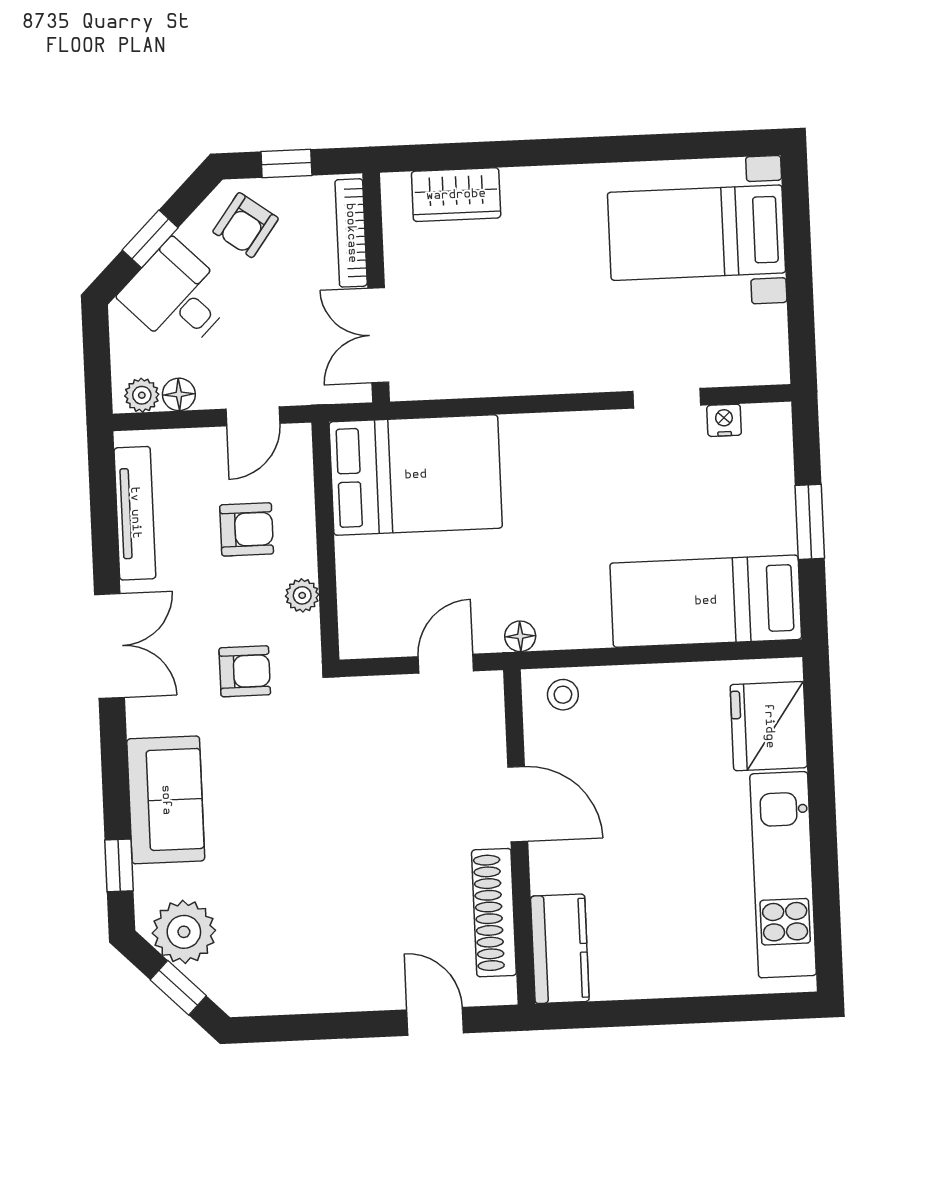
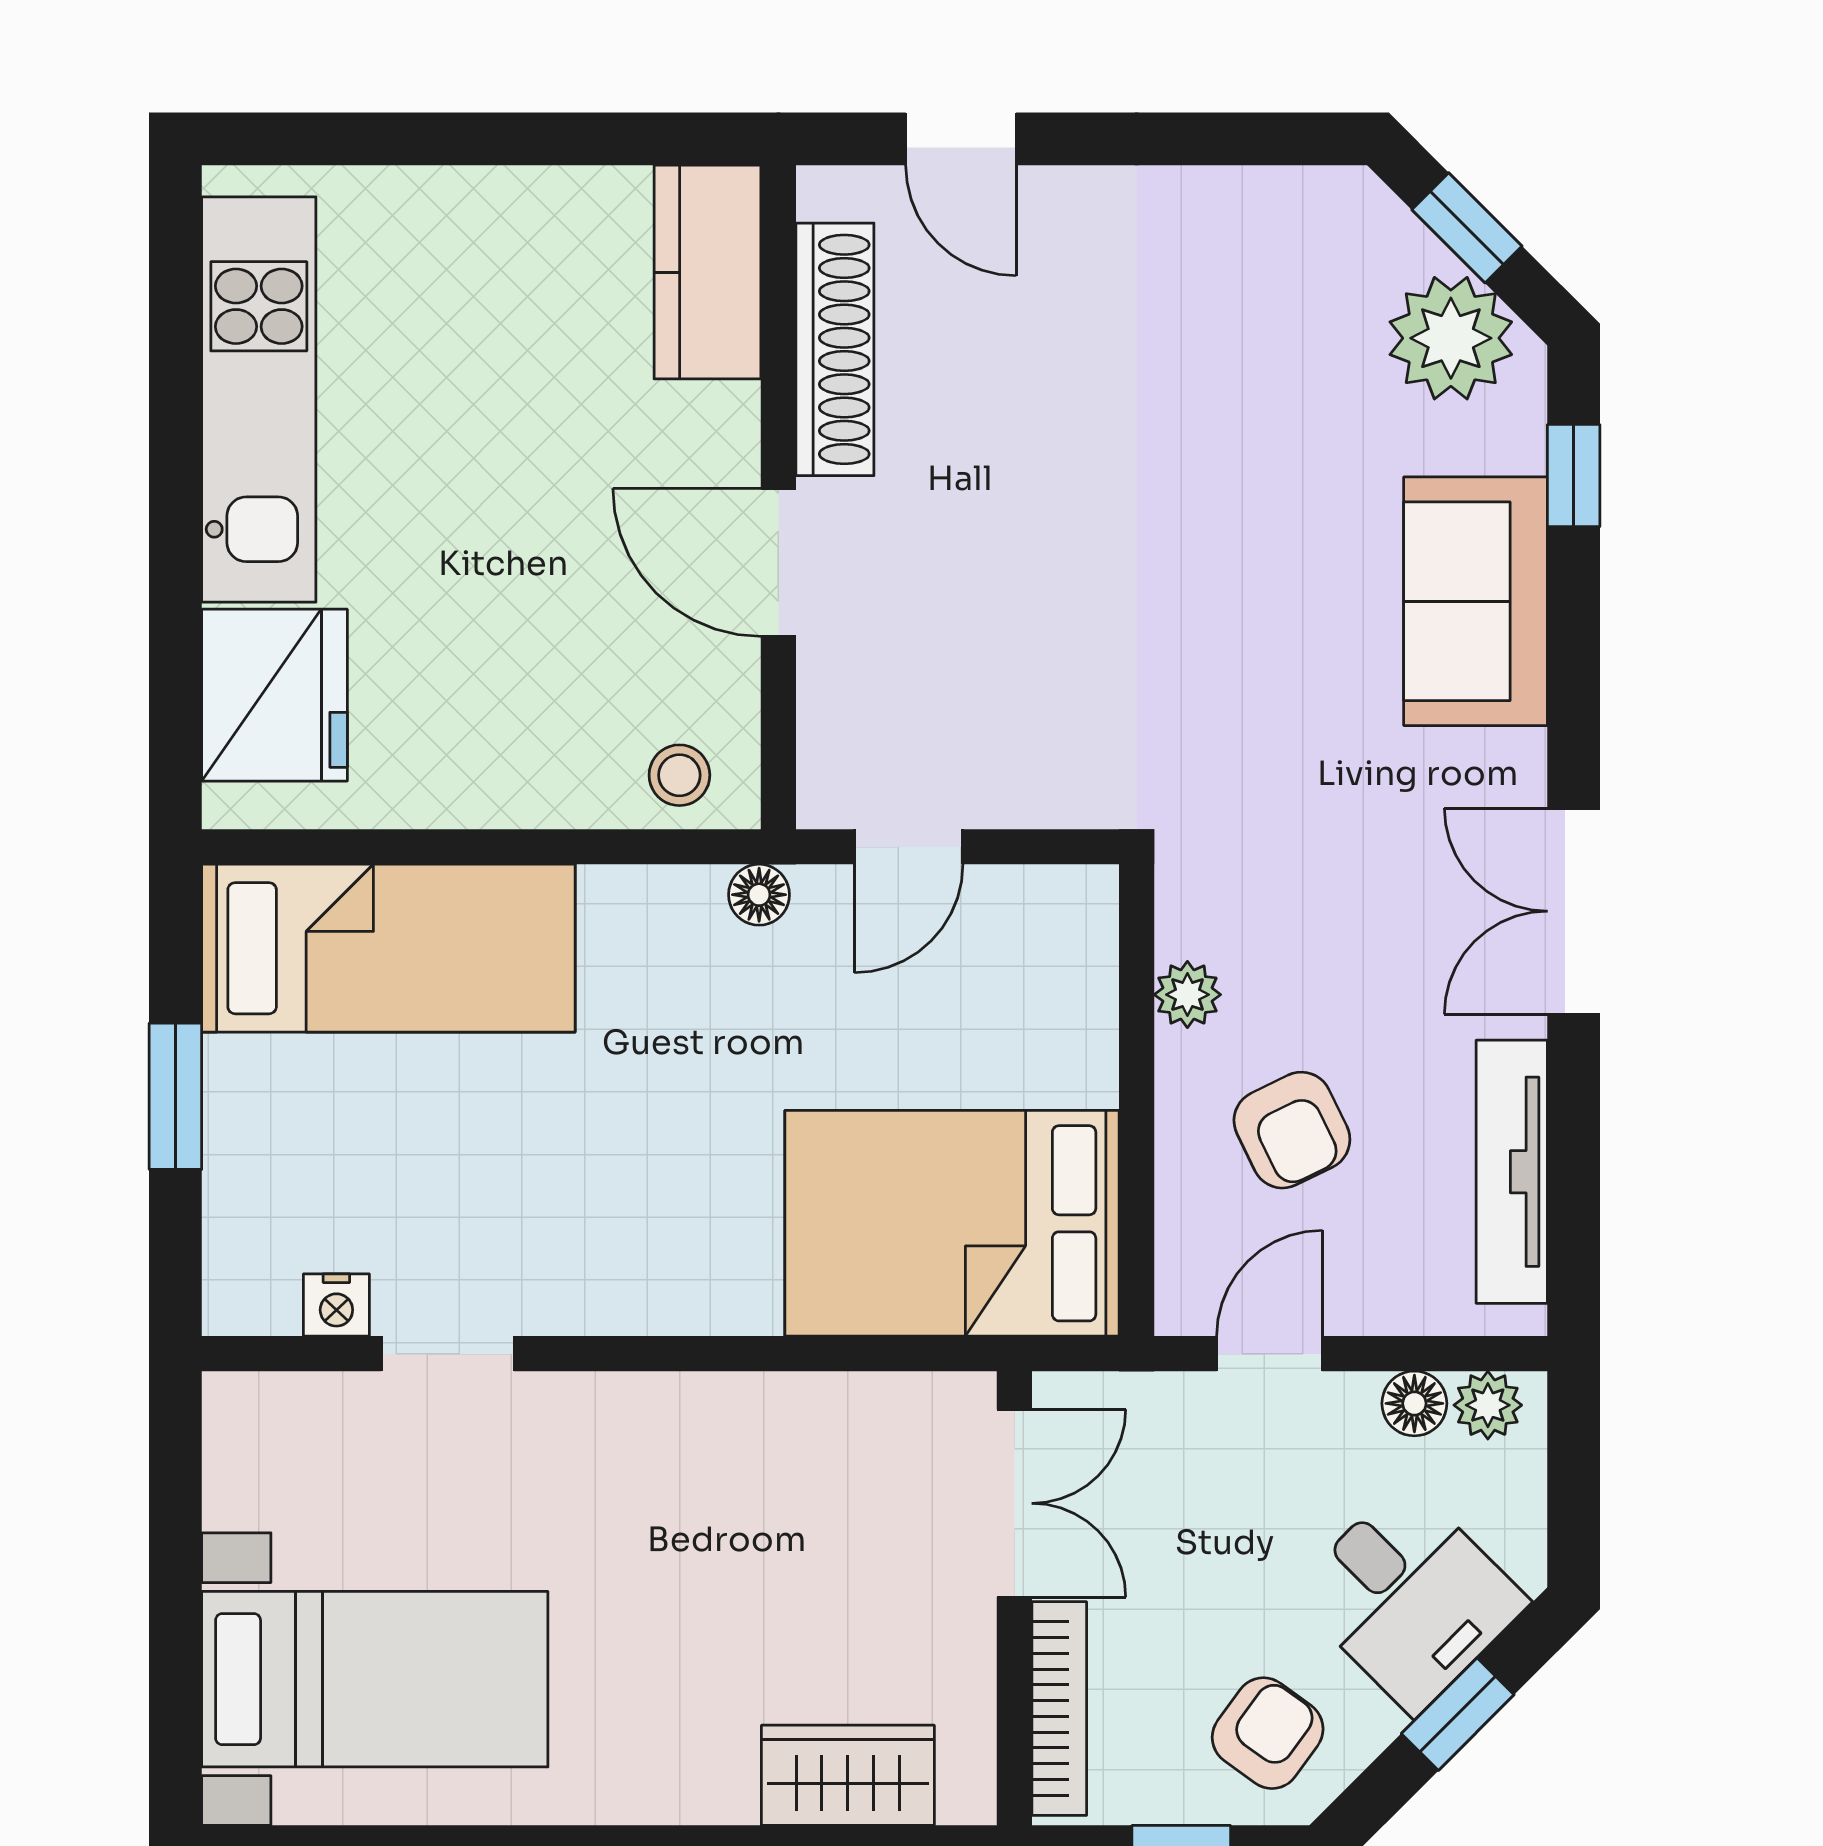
armchair: (247, 529) -> (1292, 1130), turned -116
armchair: (245, 671) -> (1308, 849), removed

